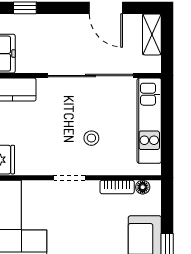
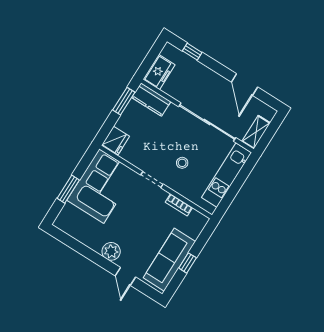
shelving: (152, 34) -> (256, 132), moved
floor lamp: (143, 187) -> (195, 215), removed

